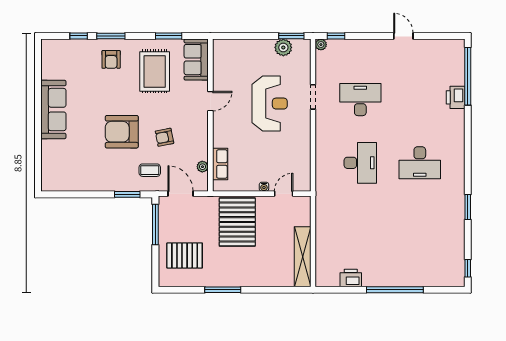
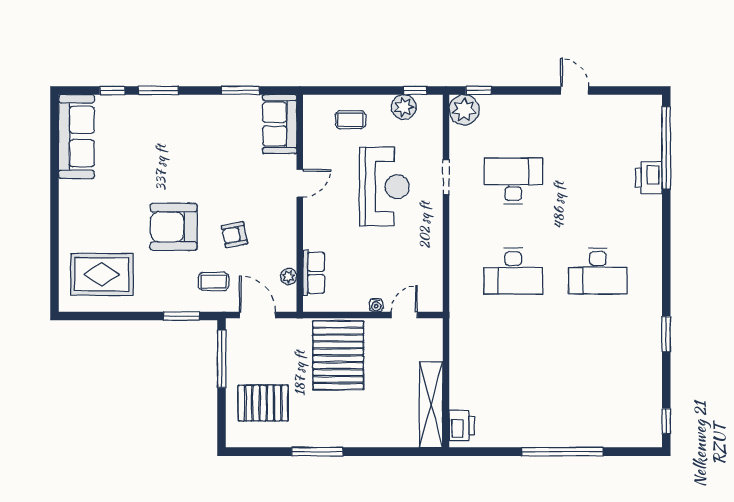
window: (291, 36) -> (415, 90), width x0.67
plant: (321, 45) -> (464, 110), width x1.87, depth x1.87
coffee table: (246, 56) -> (351, 120), added
armchair: (111, 59) -> (159, 124), removed
rug: (155, 71) -> (102, 274), moved, turned 90
sofa: (53, 110) -> (77, 137), moved
desk: (360, 163) -> (513, 271), turned 90
printer: (351, 278) -> (462, 426), moved, turned 90

